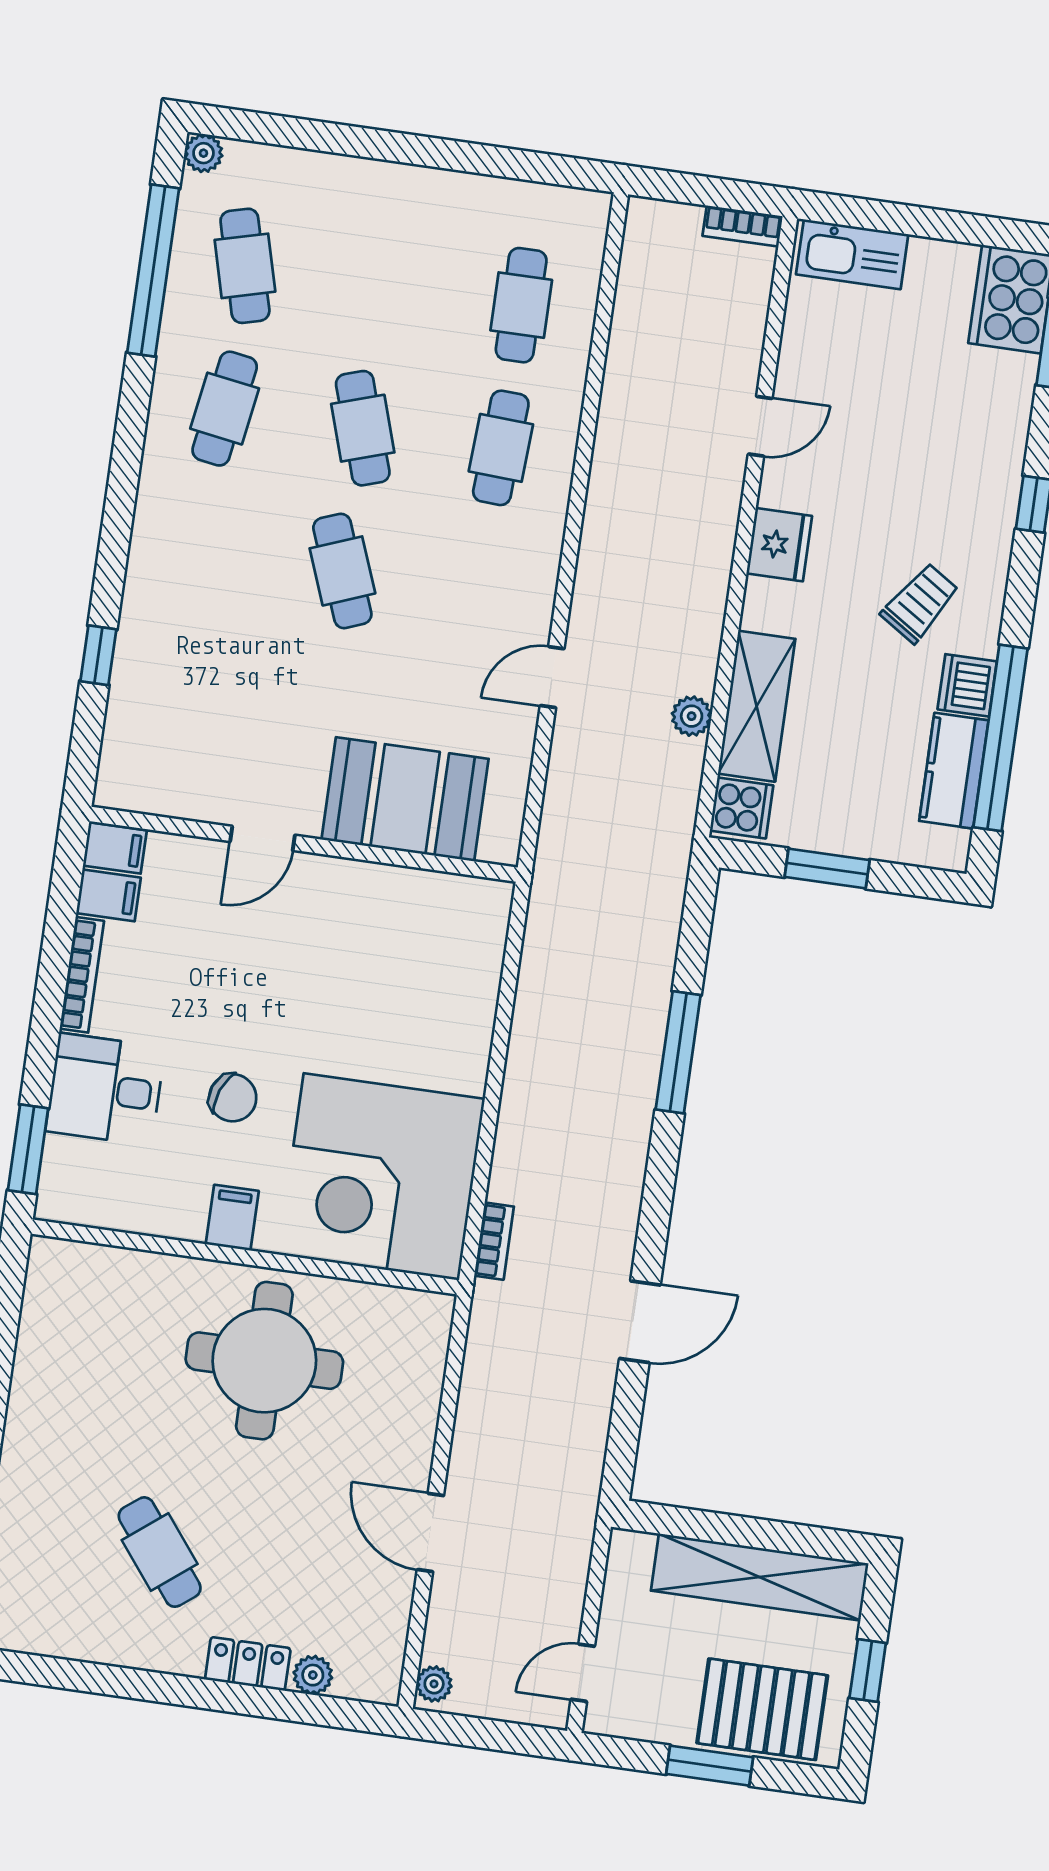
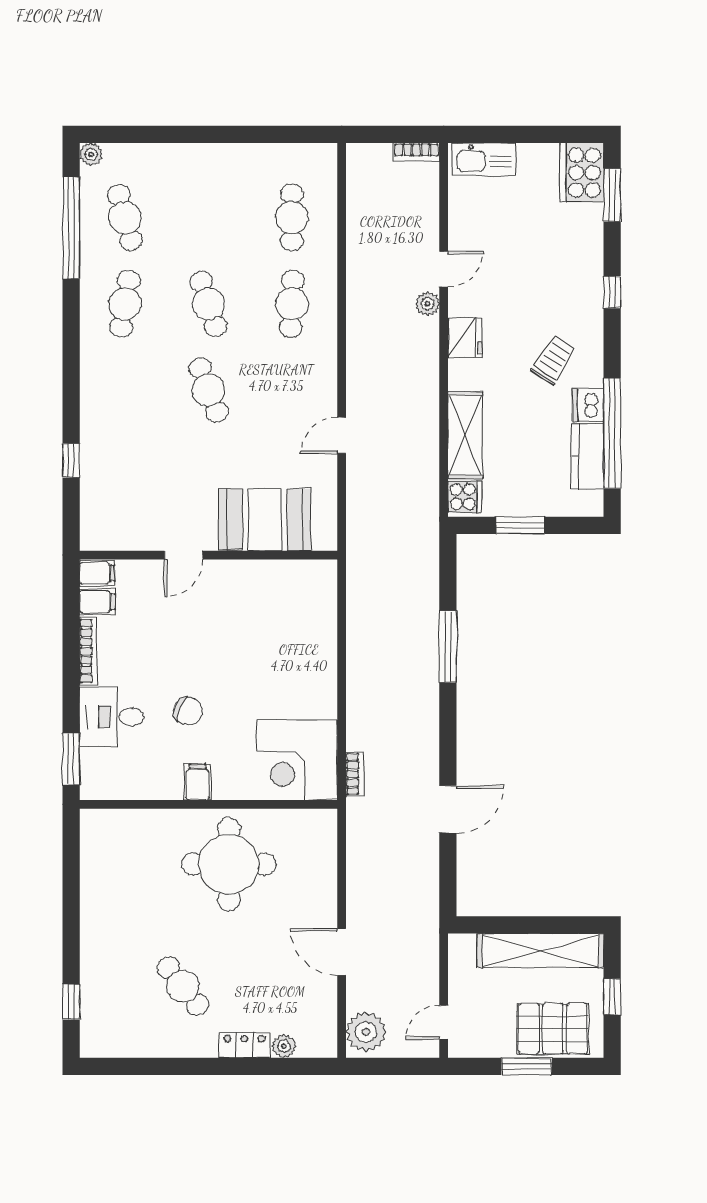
plant: (692, 716) -> (427, 304), moved
corner desk: (381, 1177) -> (297, 760), width x0.74, depth x0.74
plant: (434, 1684) -> (366, 1032), width x1.88, depth x1.88

